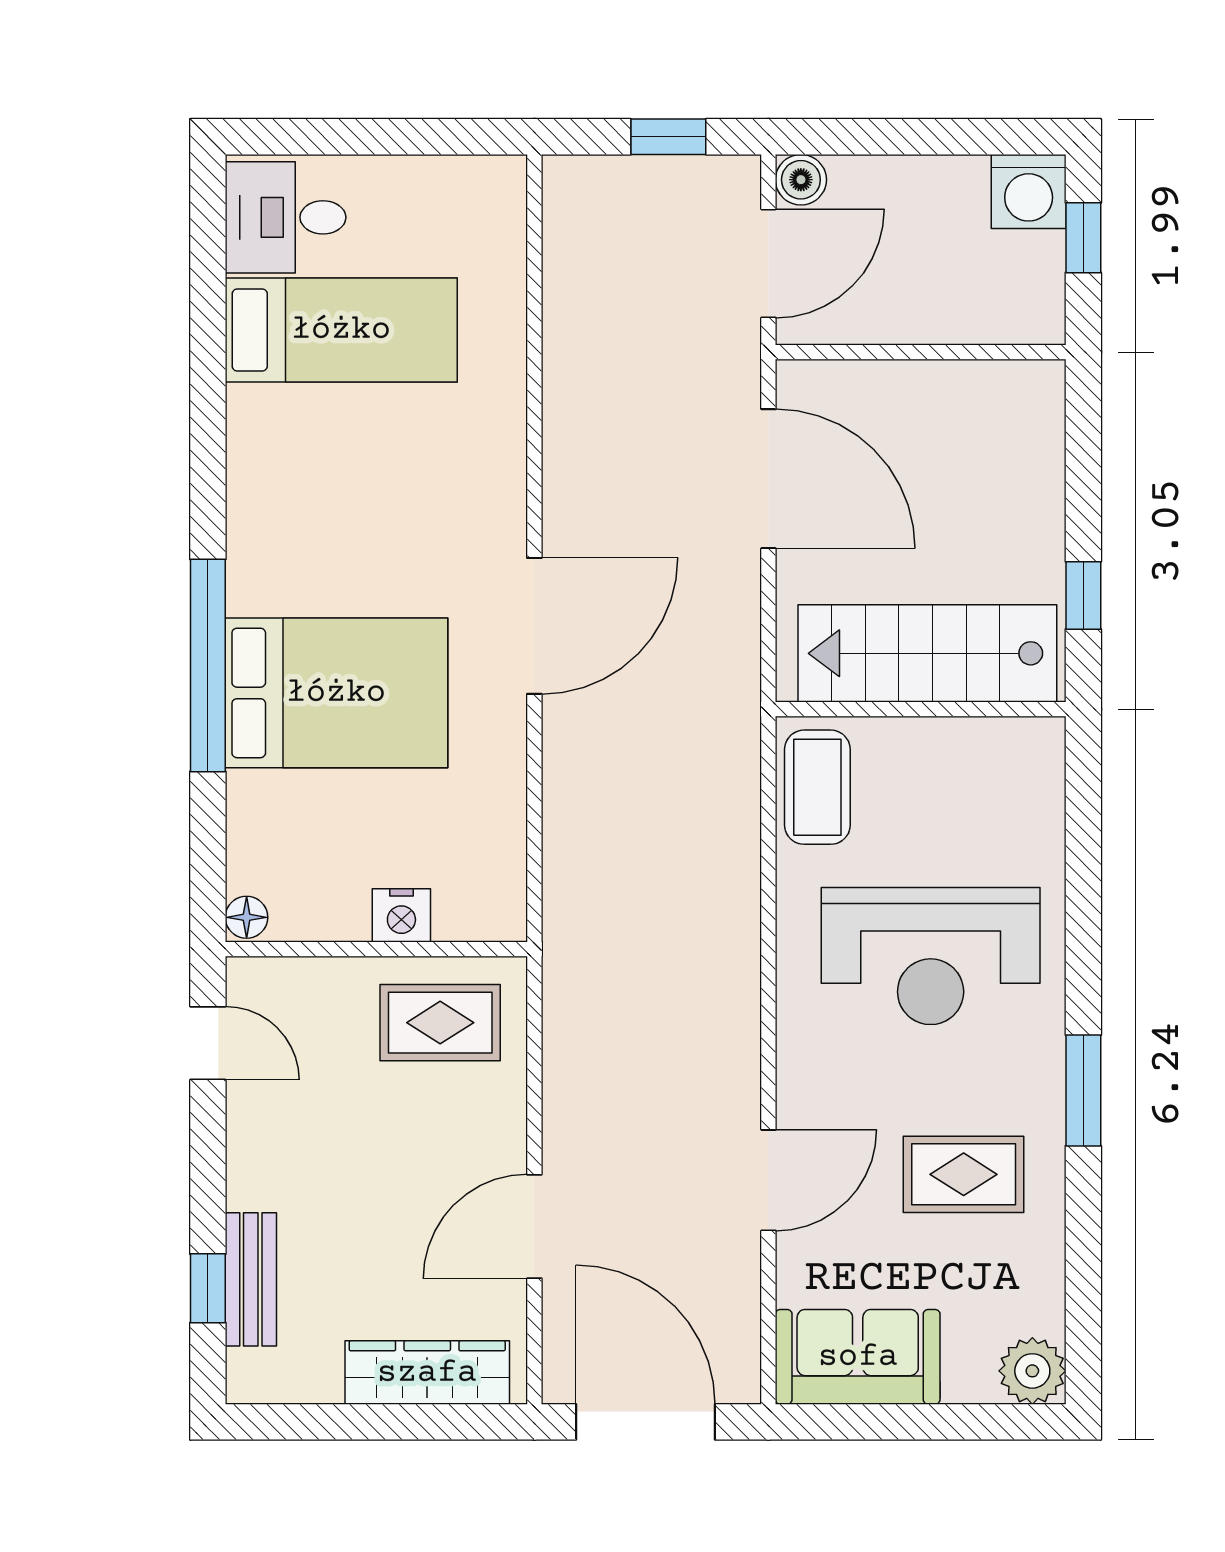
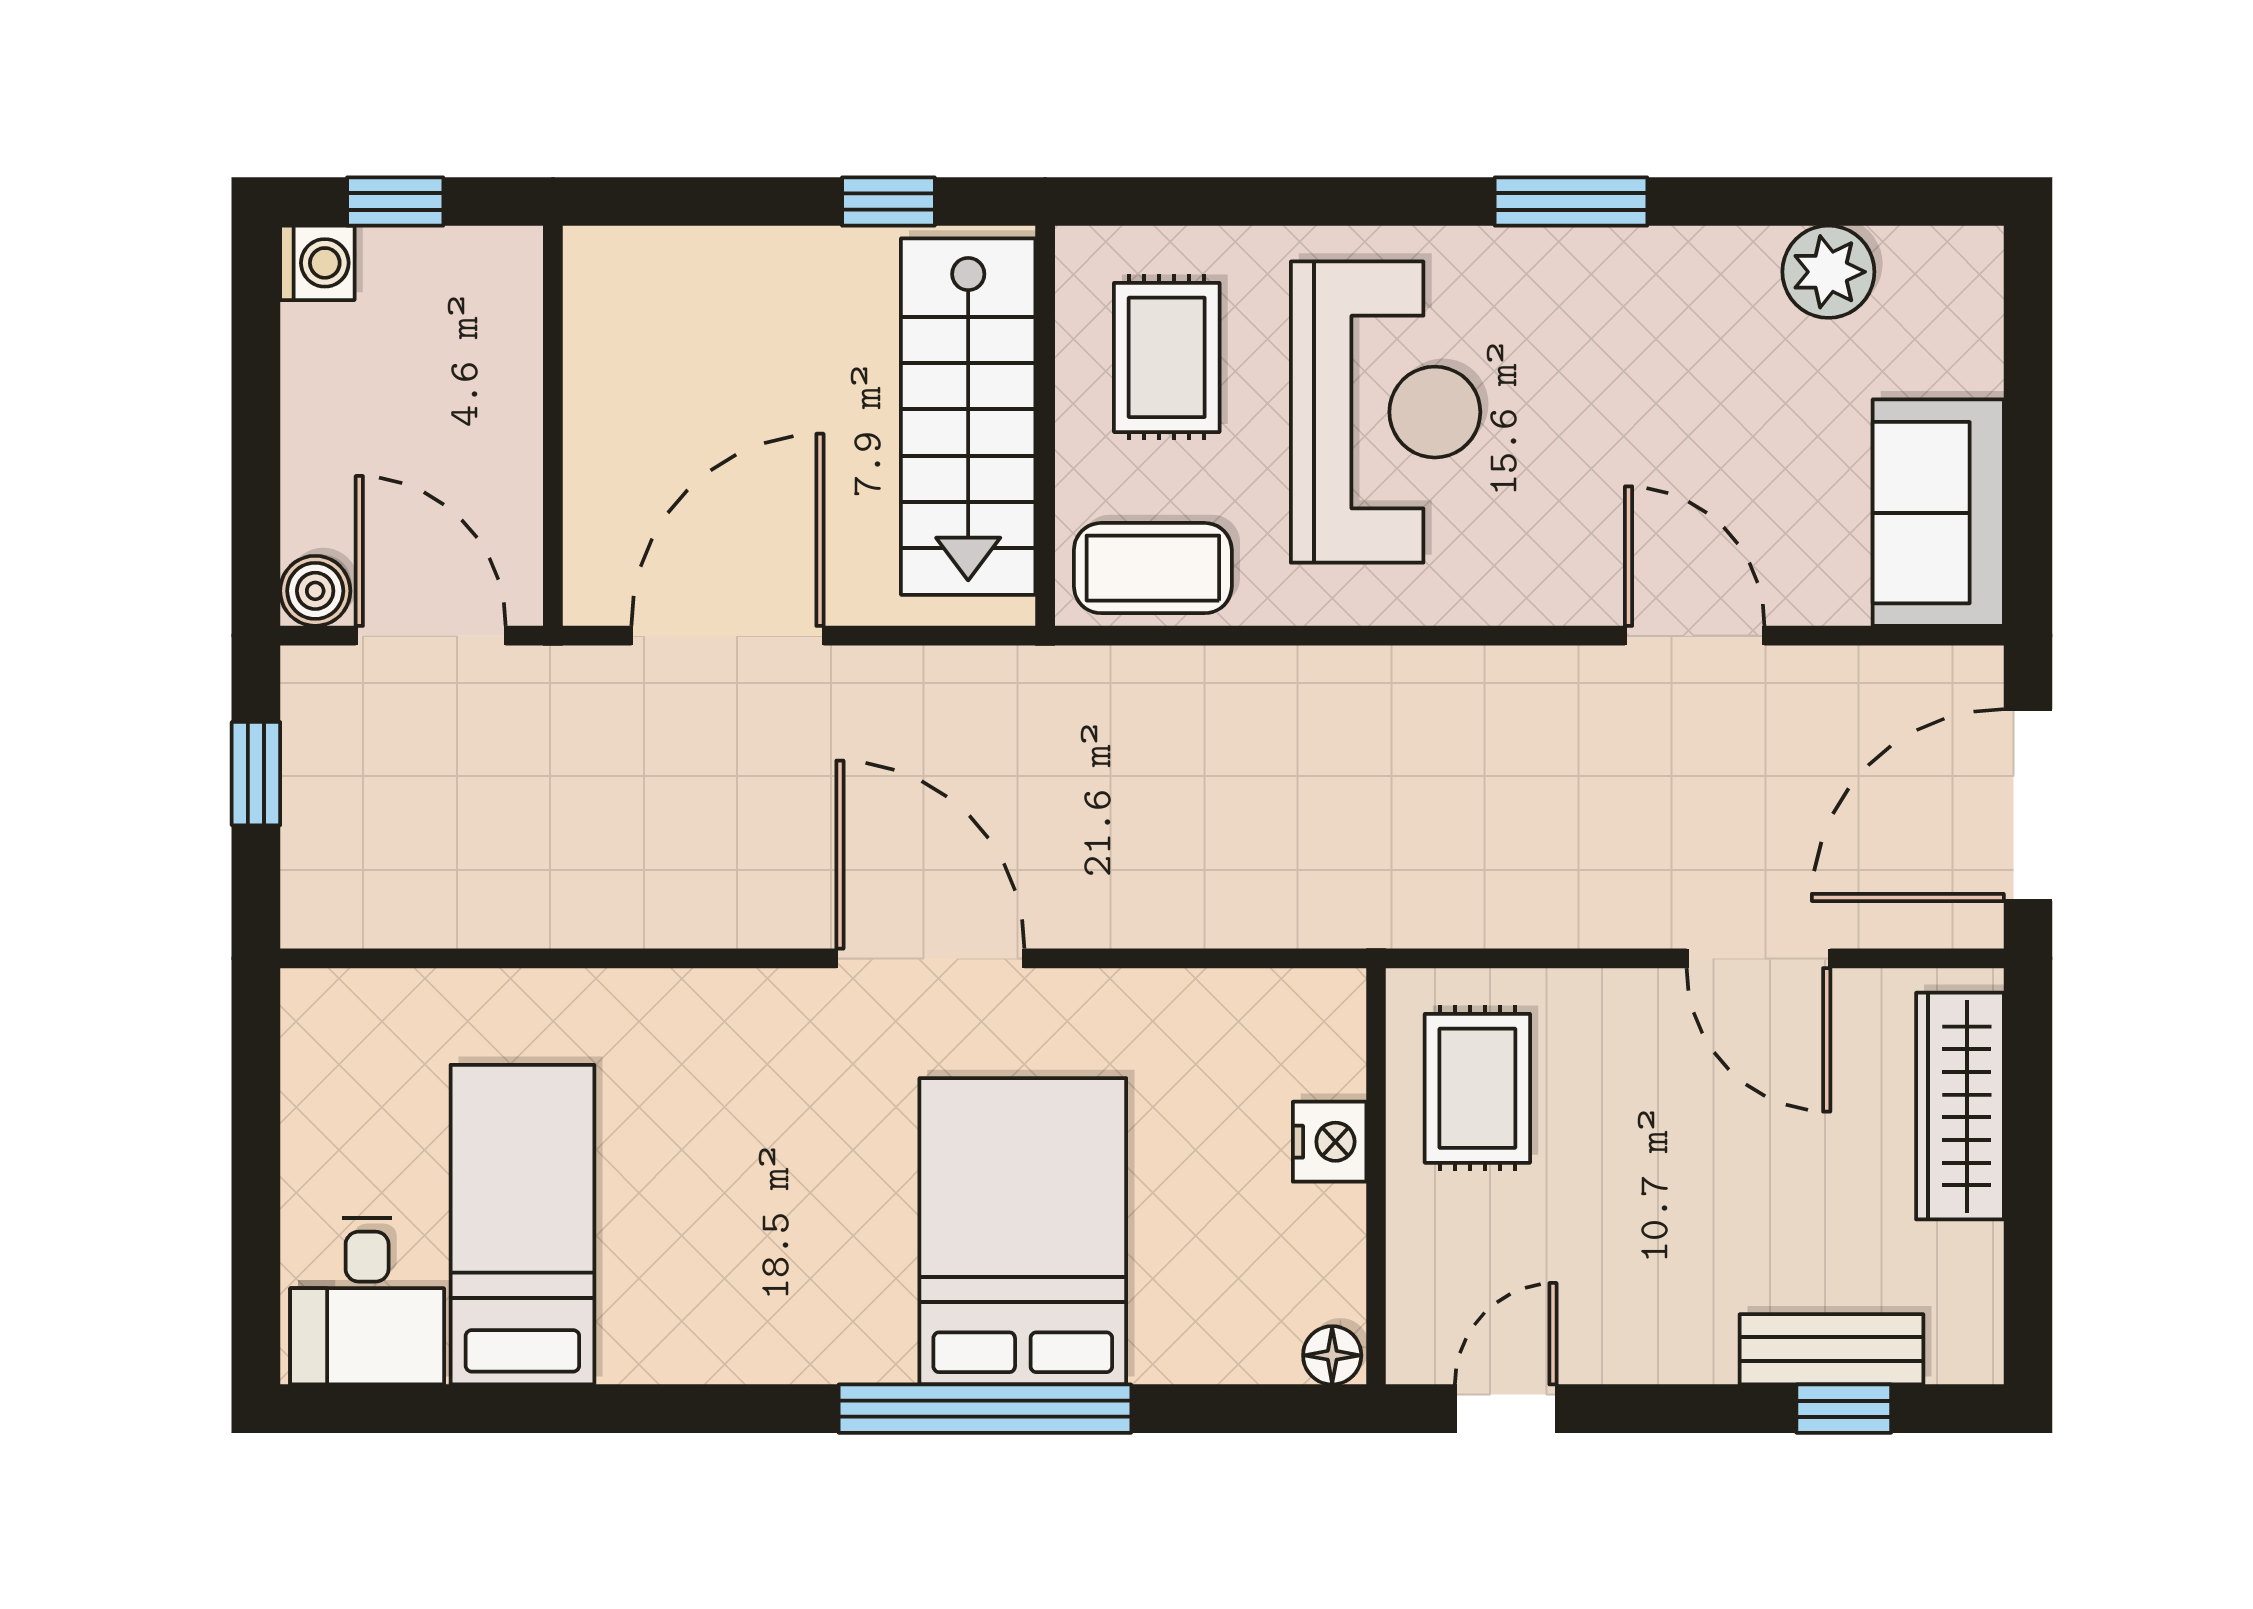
washing machine: (1029, 191) -> (317, 263), width x0.73, depth x0.73
rug: (964, 1174) -> (1167, 357), moved
plant: (1032, 1371) -> (1828, 272), moved

